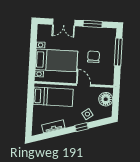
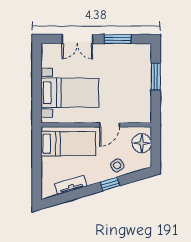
window: (118, 52) -> (156, 76), width x0.69
chair: (94, 57) -> (121, 85), removed
door: (83, 85) -> (110, 125), swing flipped

